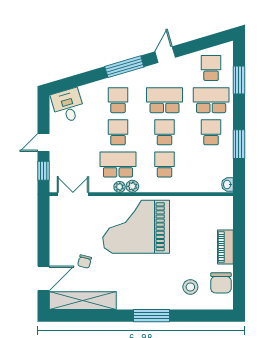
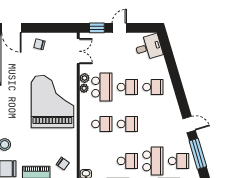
window: (124, 67) -> (198, 154), moved
school desk: (165, 100) -> (153, 124), removed
door: (44, 143) -> (119, 28), hinge flipped
plant: (132, 186) -> (85, 78), moved
chair: (214, 214) -> (63, 164), added
chair: (84, 262) -> (39, 44), moved

